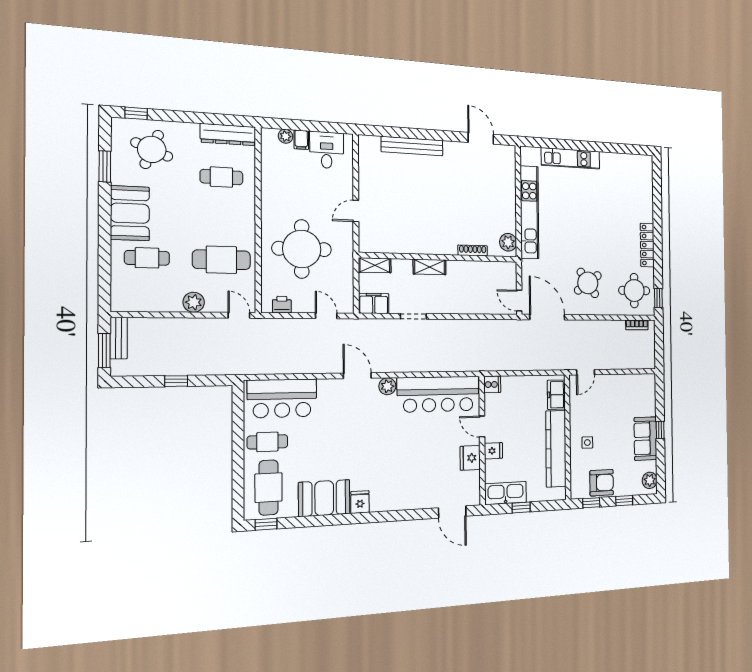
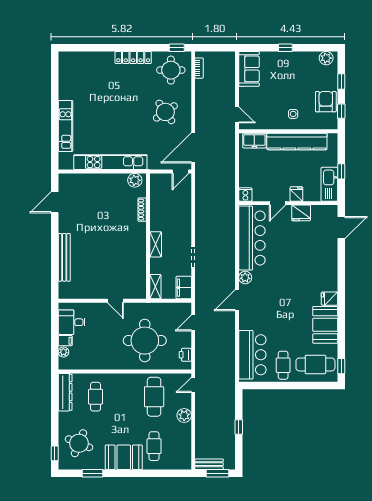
sofa: (645, 439) -> (249, 69), moved, turned -90

